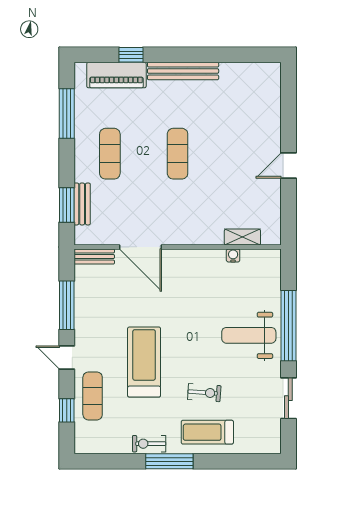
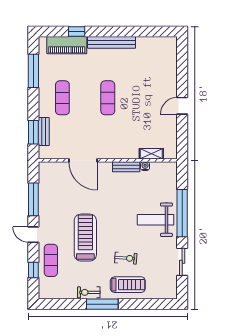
bench: (94, 257) -> (126, 167), moved
treadmill: (207, 432) -> (128, 285), turned 180

